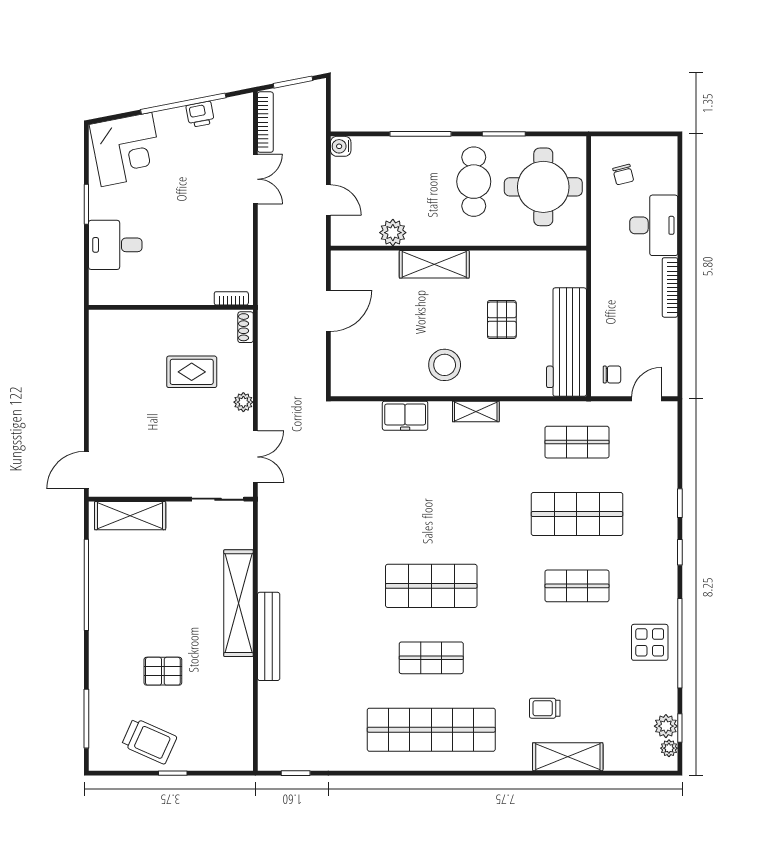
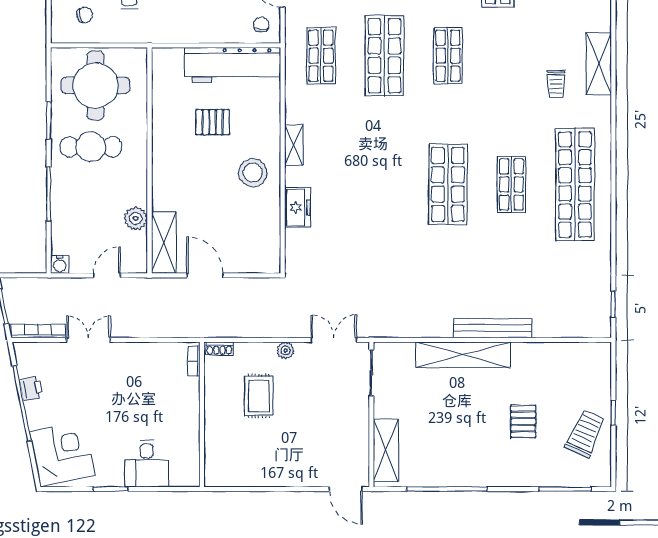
shelving: (434, 264) -> (164, 243), moved

